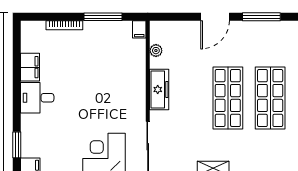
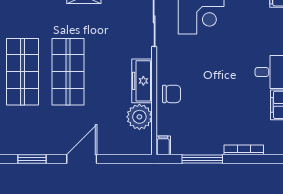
window: (261, 17) -> (32, 159), width x0.69
plant: (156, 51) -> (139, 117), width x1.87, depth x1.87
chair: (132, 77) -> (172, 94), added

